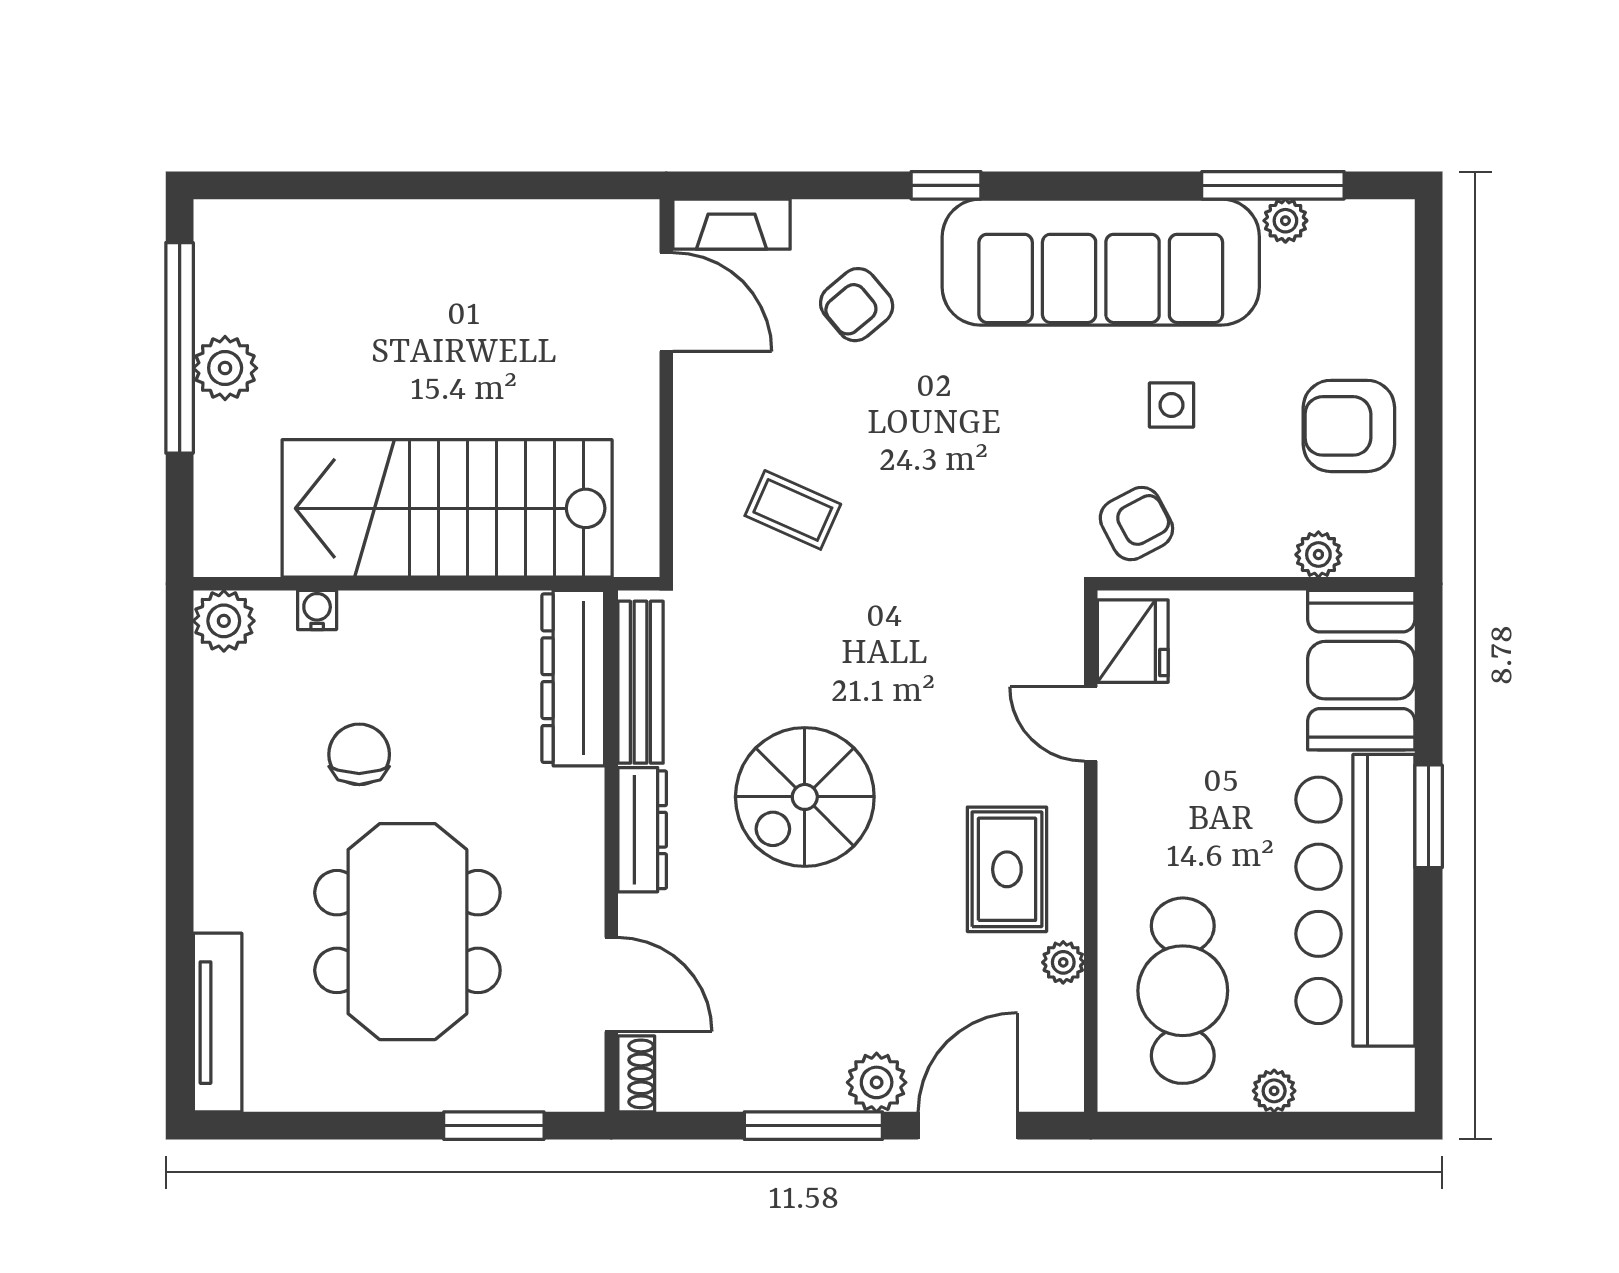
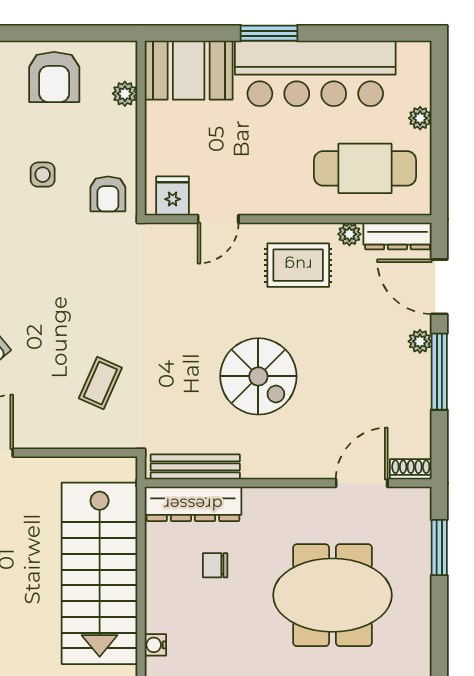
armchair: (1136, 524) -> (108, 194), turned -152
fridge: (1133, 641) -> (173, 196), width x0.72
chair: (359, 754) -> (215, 565), moved, width x0.73, depth x0.73
dresser: (642, 830) -> (397, 236), moved, turned 180
plant: (877, 1082) -> (420, 341), width x0.73, depth x0.73

